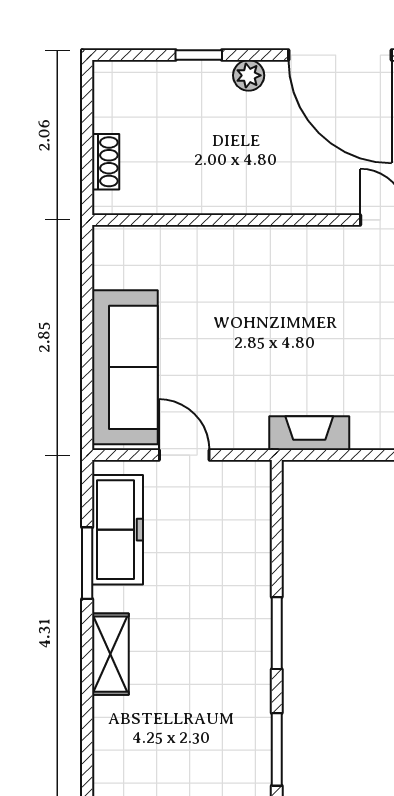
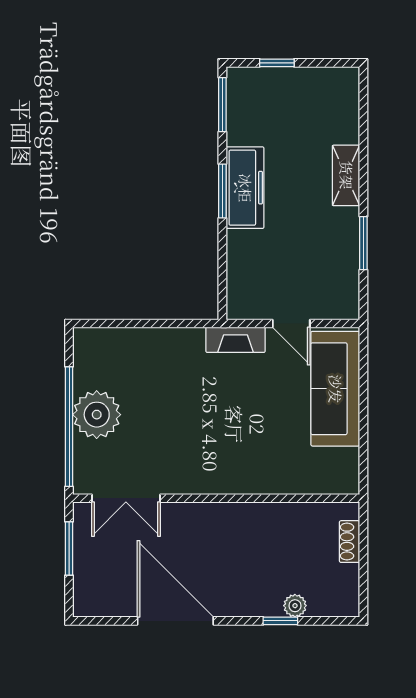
plant: (249, 75) -> (295, 606), moved
fireplace: (309, 433) -> (236, 340), moved
freezer: (118, 530) -> (245, 188), moved, turned 180

